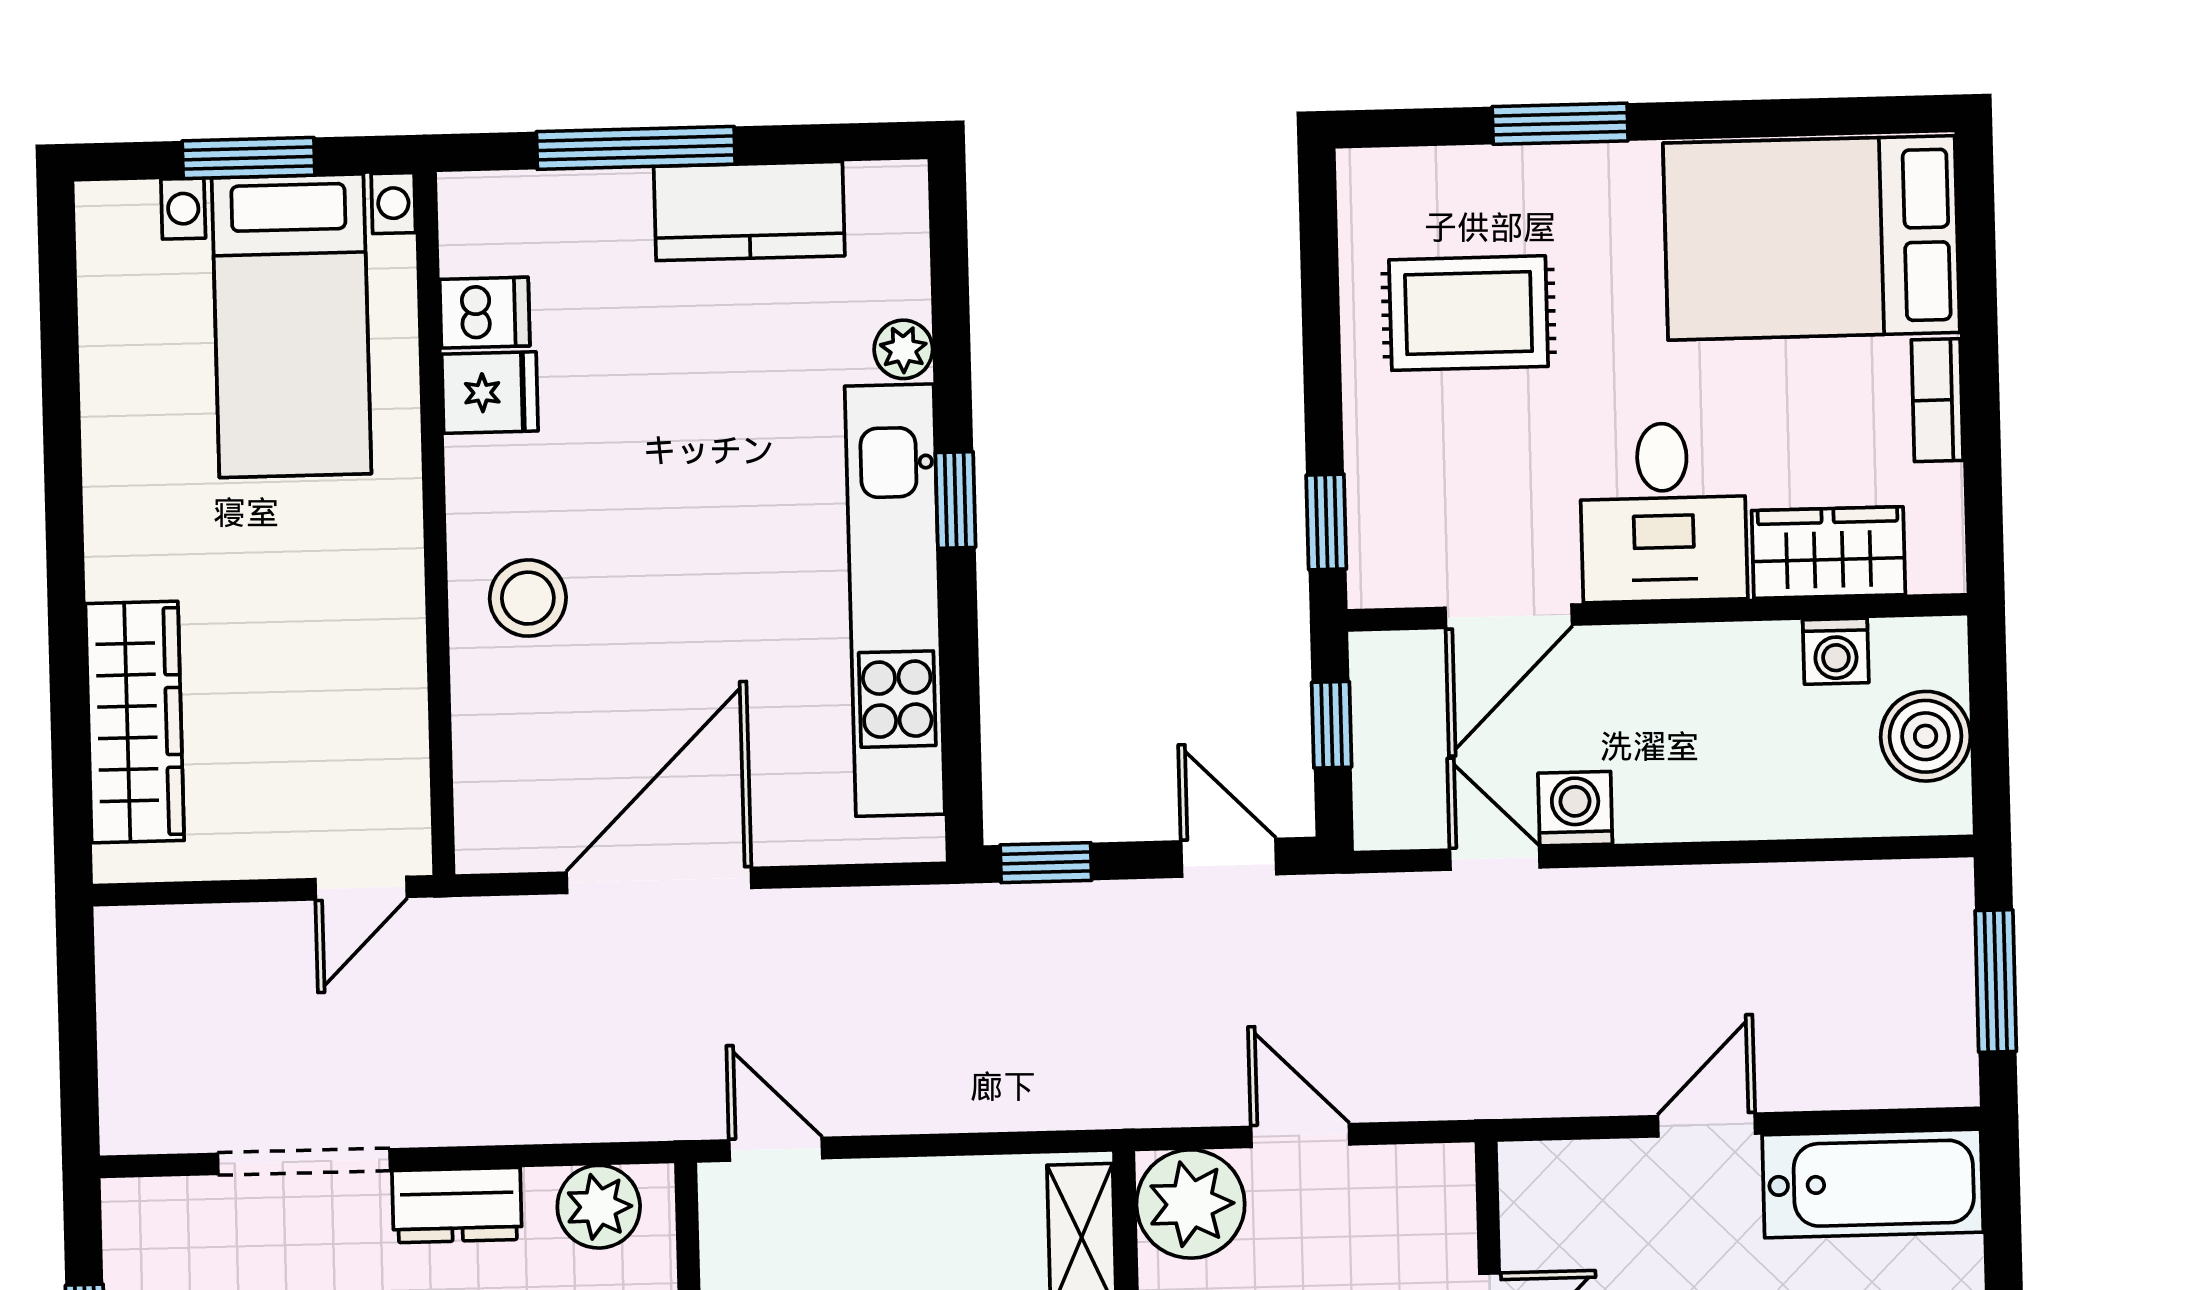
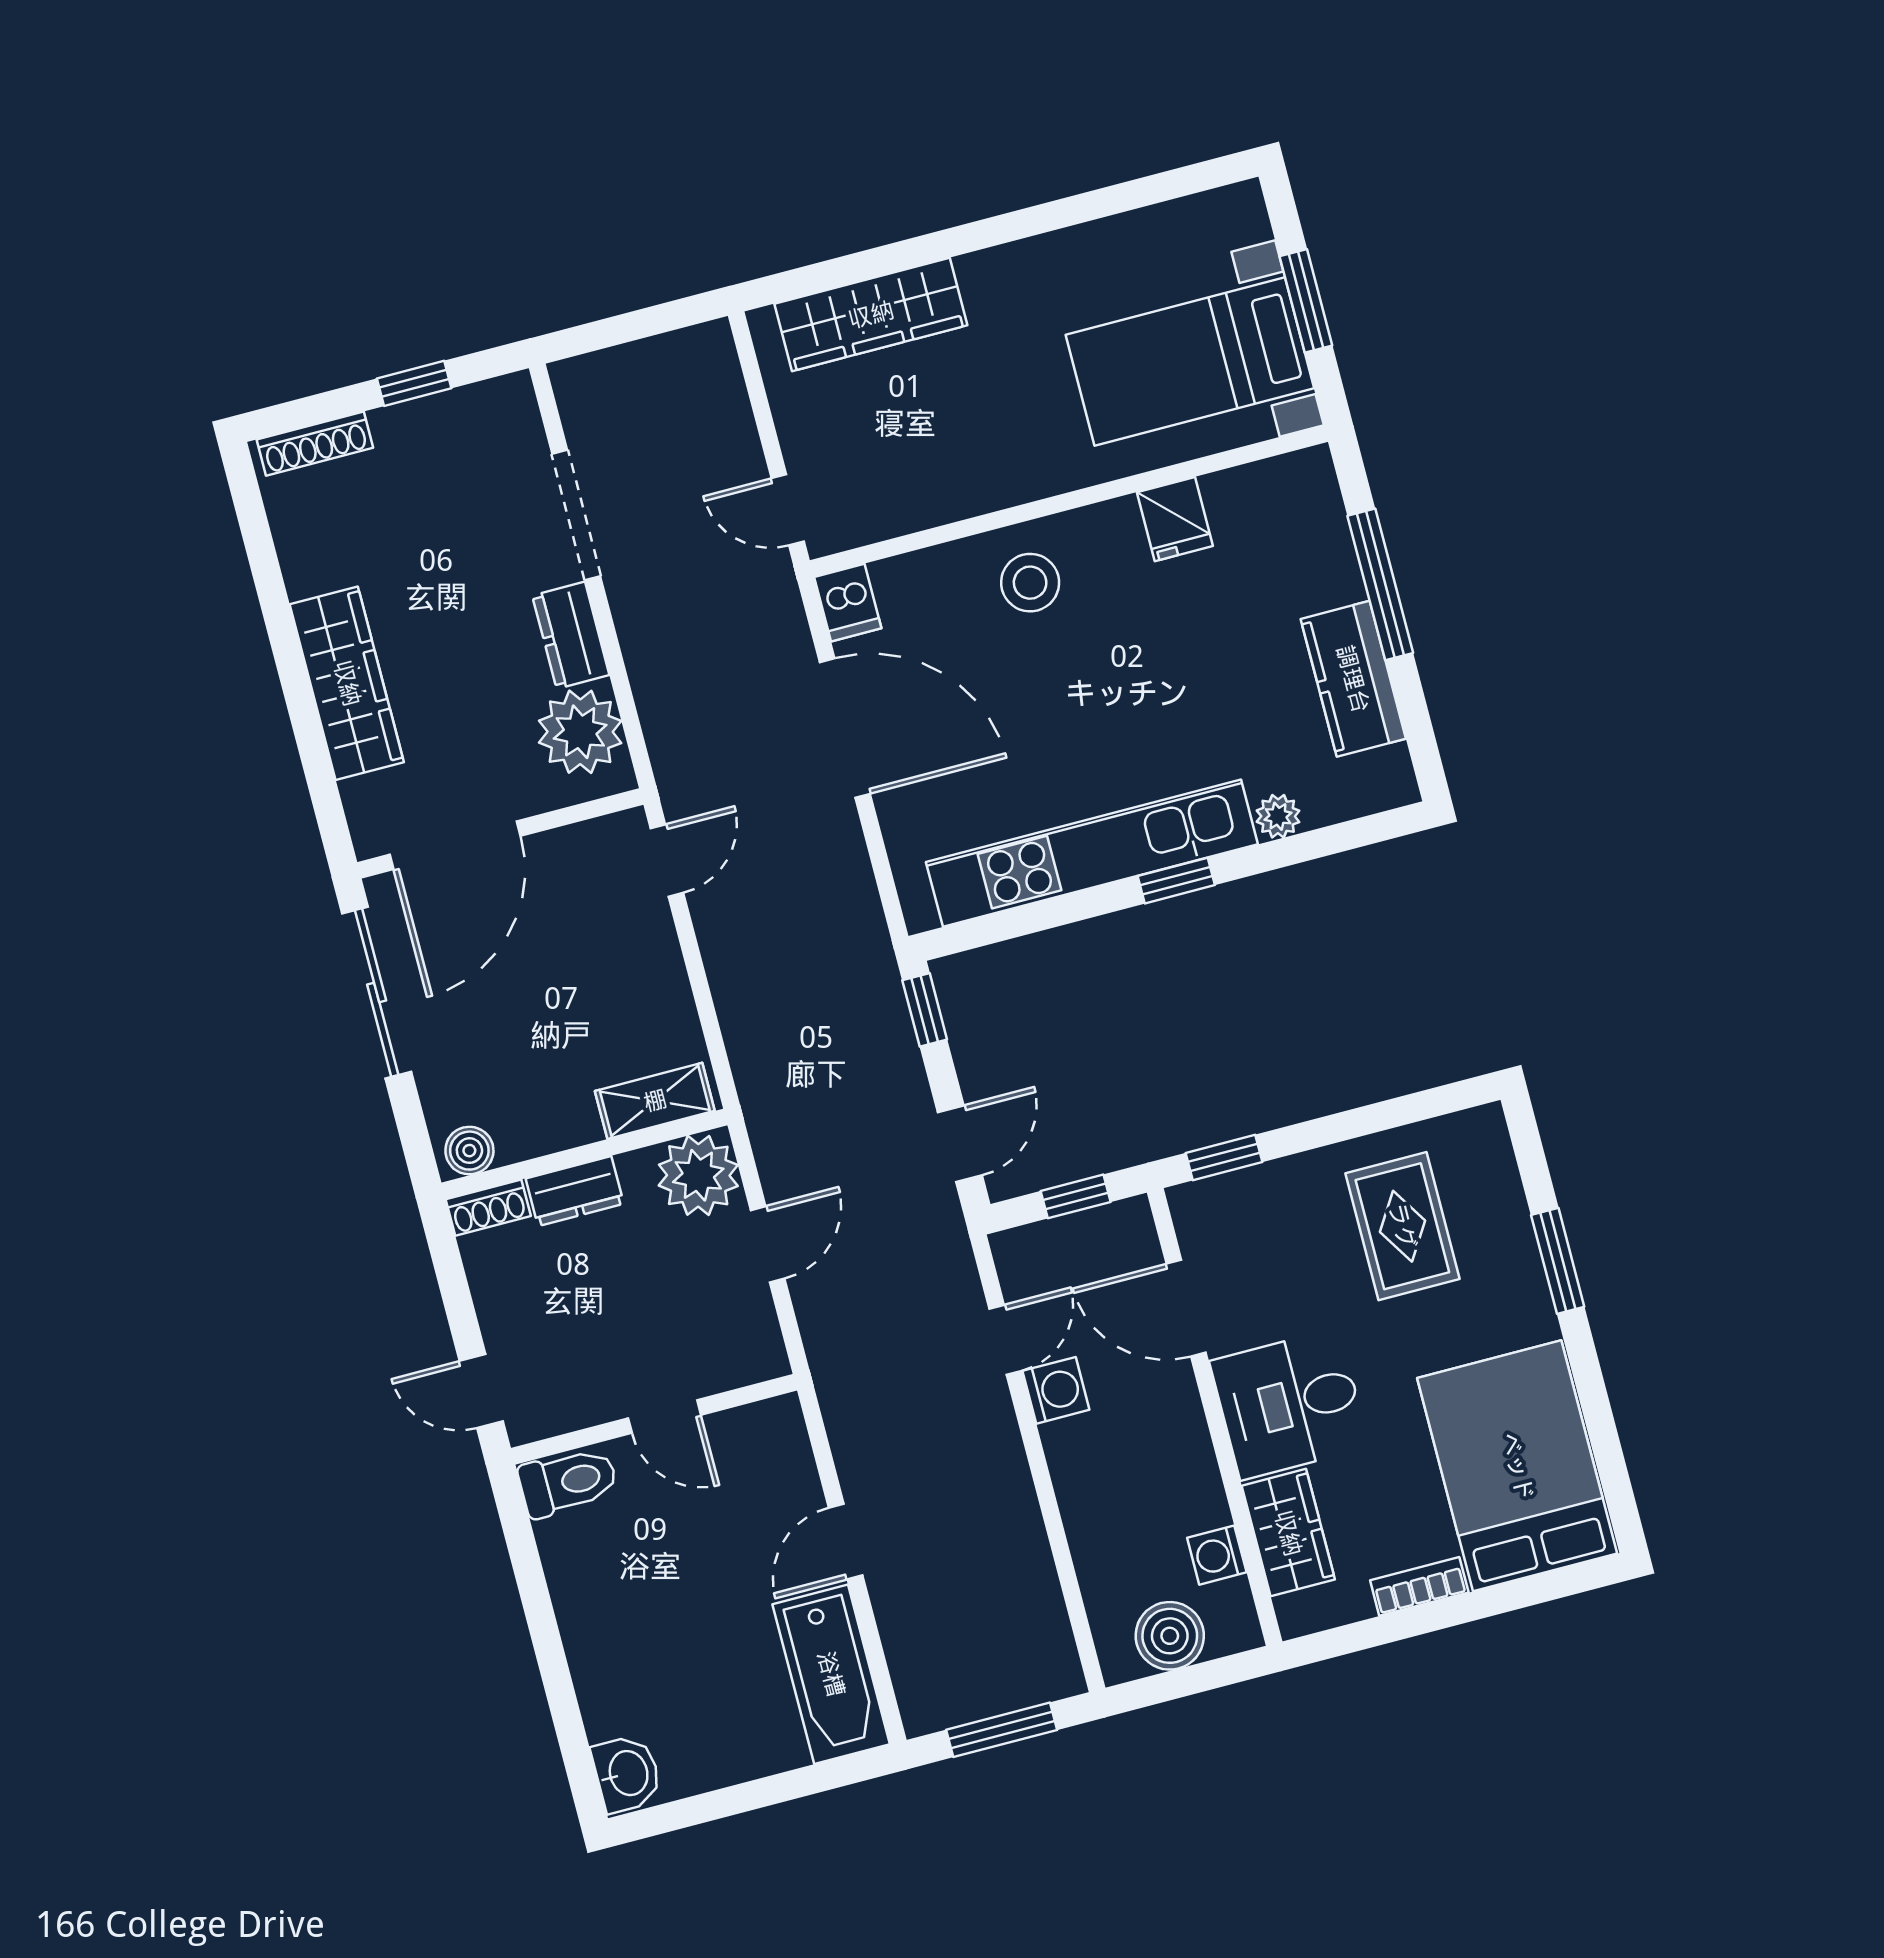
dishwasher: (485, 313) -> (848, 603), moved
door: (1706, 1125) -> (846, 1542), swing flipped
plant: (599, 1207) -> (580, 732), width x1.36, depth x1.36

